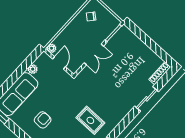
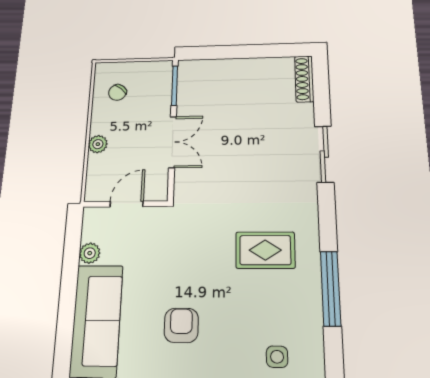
plant: (52, 48) -> (98, 144), moved
door: (59, 63) -> (127, 204), hinge flipped
sliding door: (147, 99) -> (324, 154), moved

